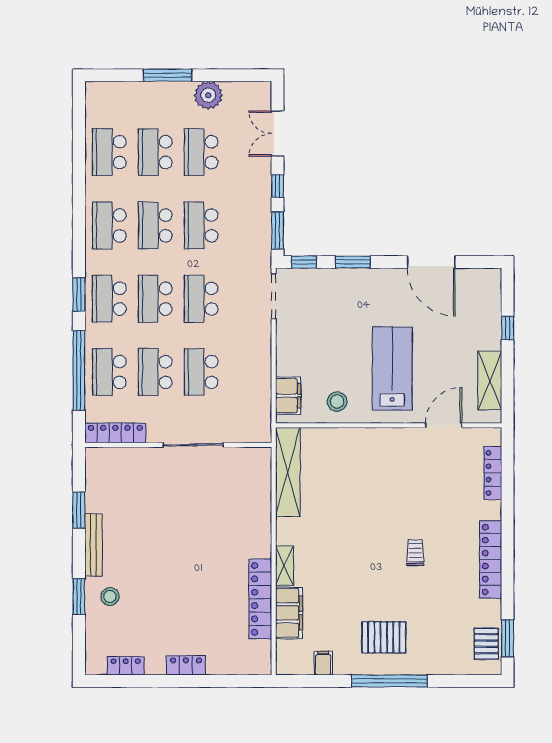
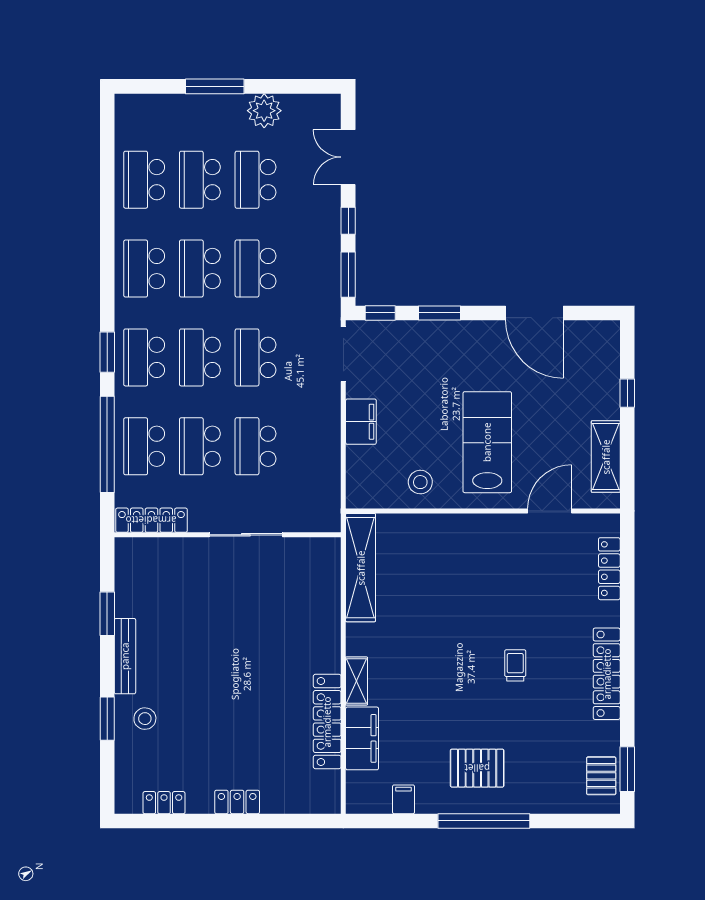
filing cabinet: (288, 396) -> (361, 422), moved

